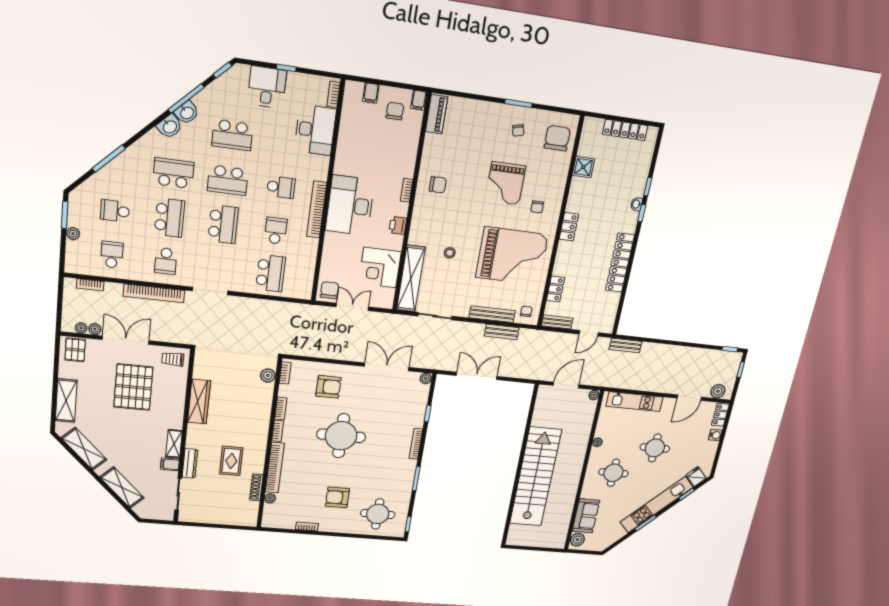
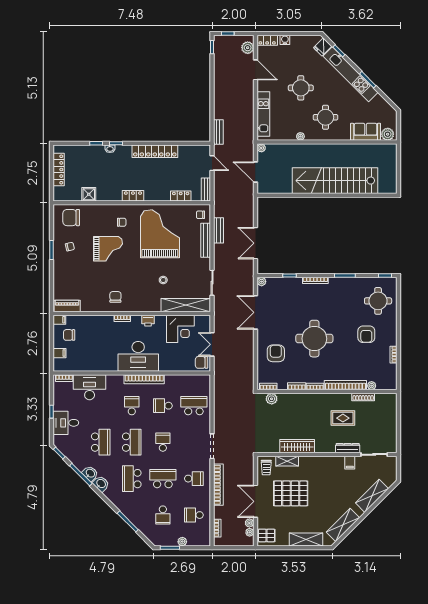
school desk: (223, 224) -> (163, 442), width x0.54
shelving: (174, 444) -> (287, 461), moved

